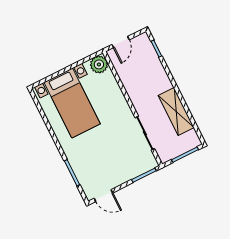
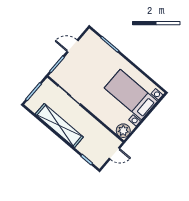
door: (121, 42) -> (114, 153), swing flipped
shelving: (176, 111) -> (59, 125), width x1.47
door: (103, 196) -> (73, 46), moved

